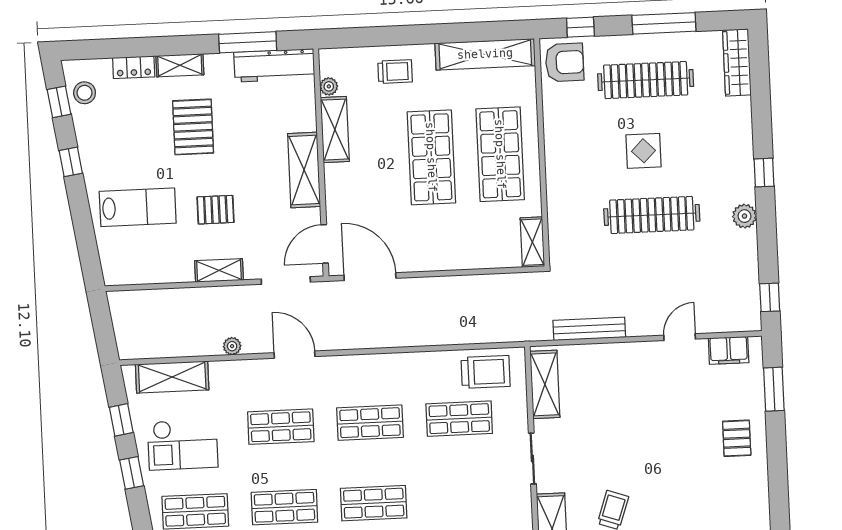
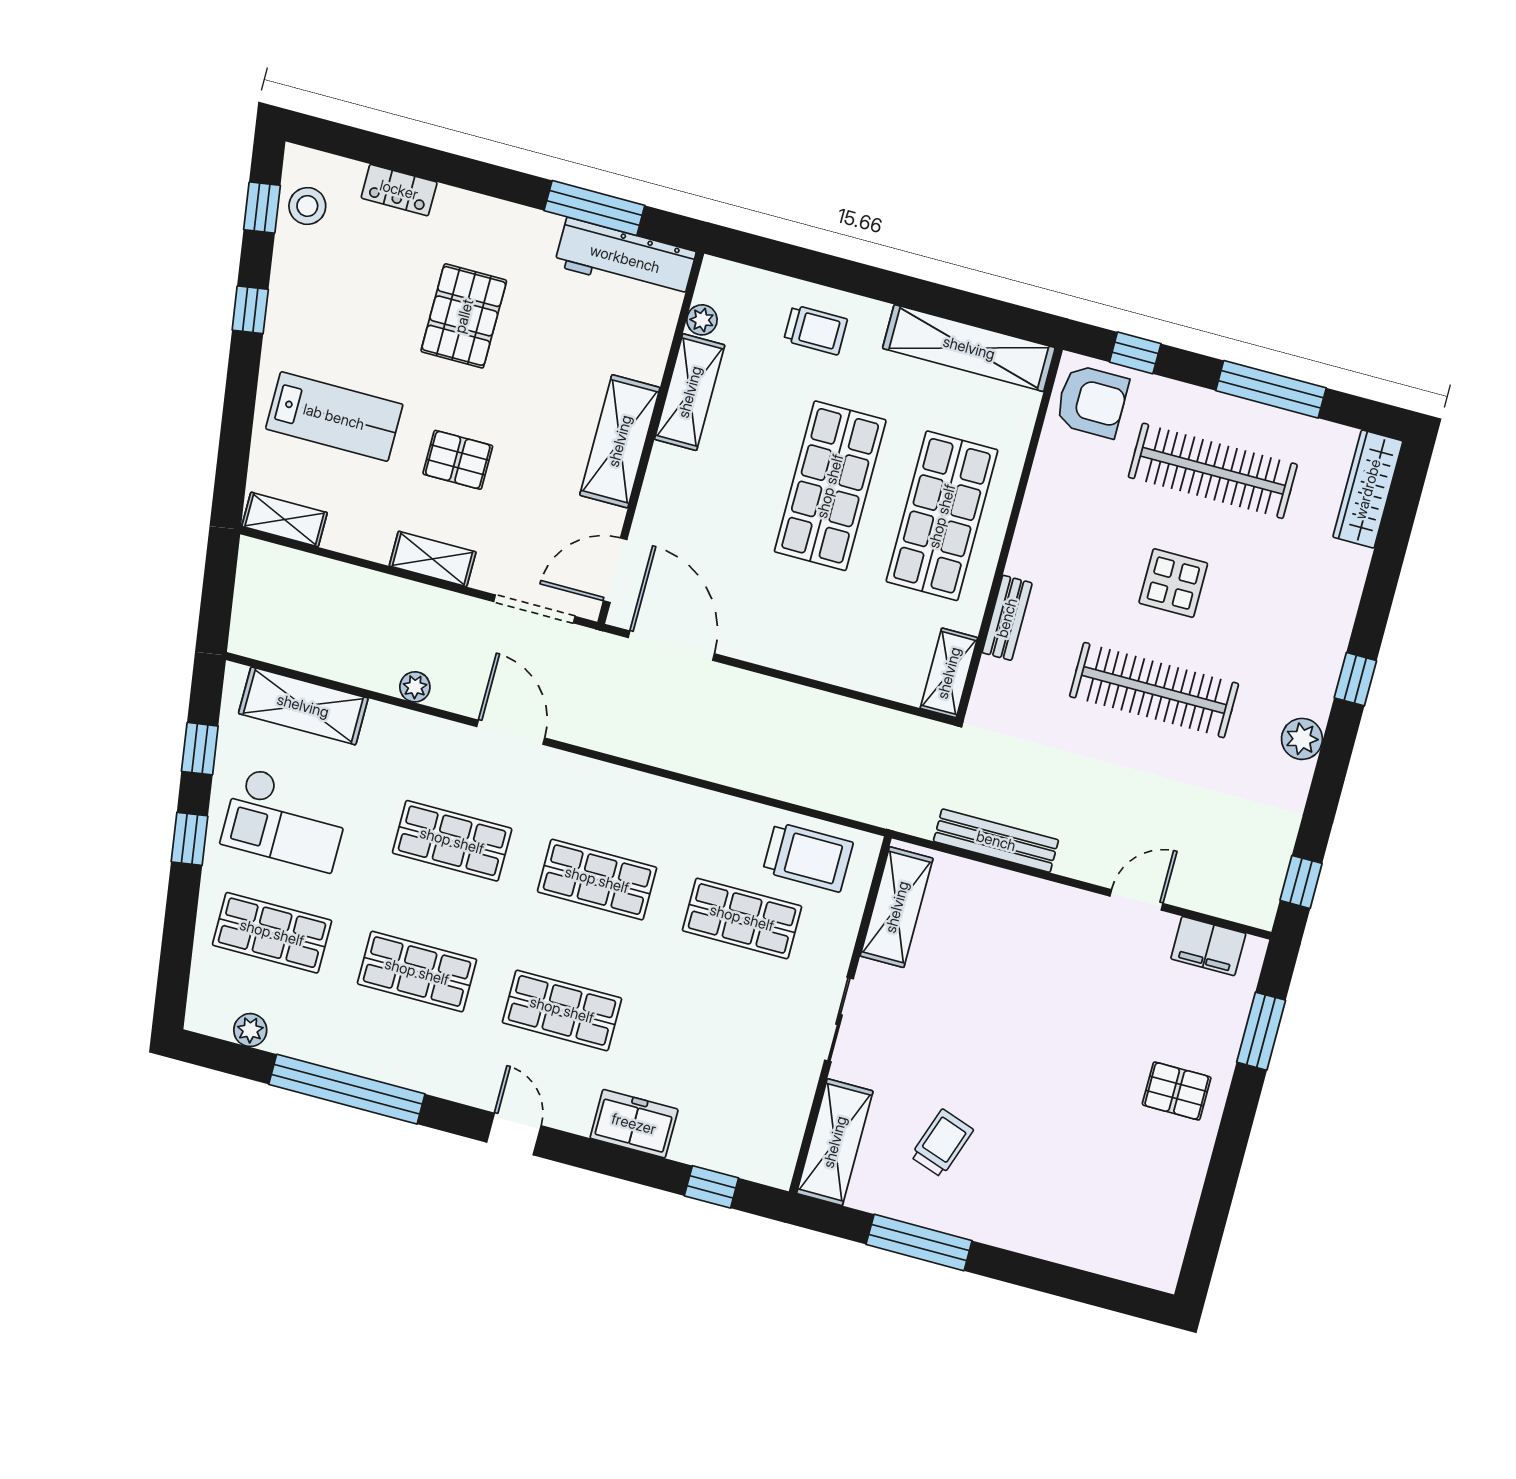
shelving: (180, 65) -> (285, 520), moved
bench: (555, 200) -> (1007, 618), added
pallet: (737, 438) -> (1177, 1091), turned 90

